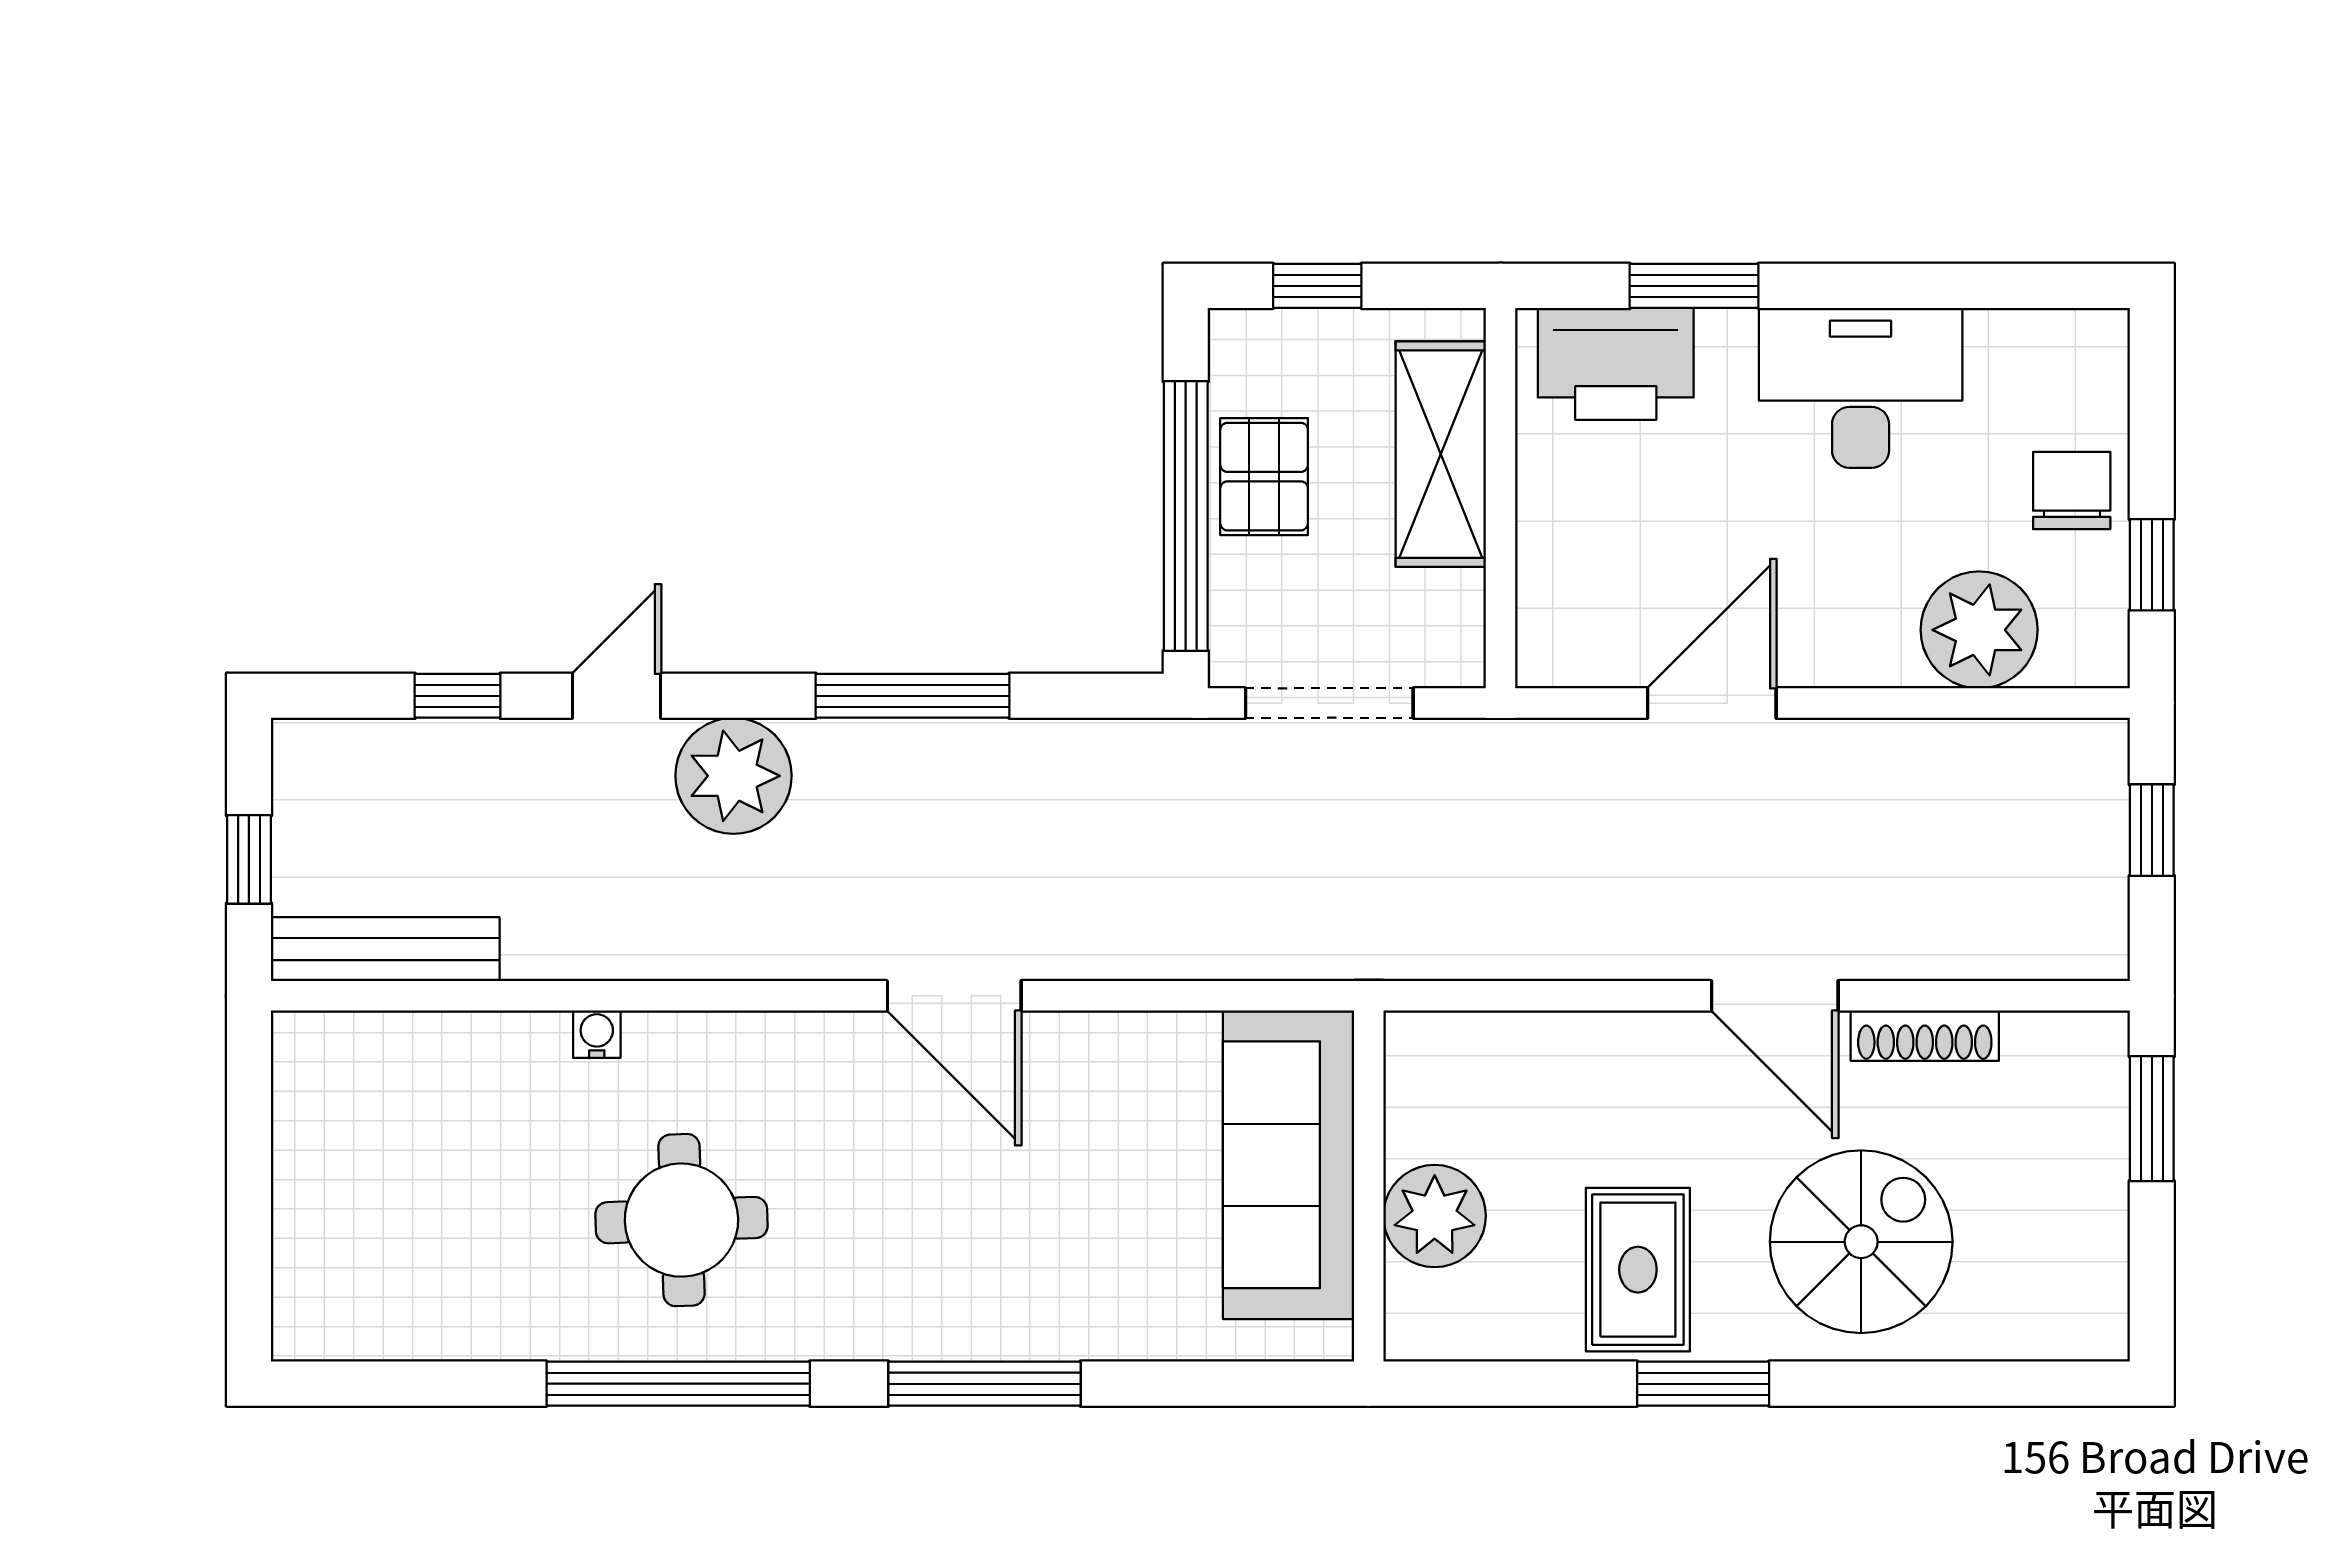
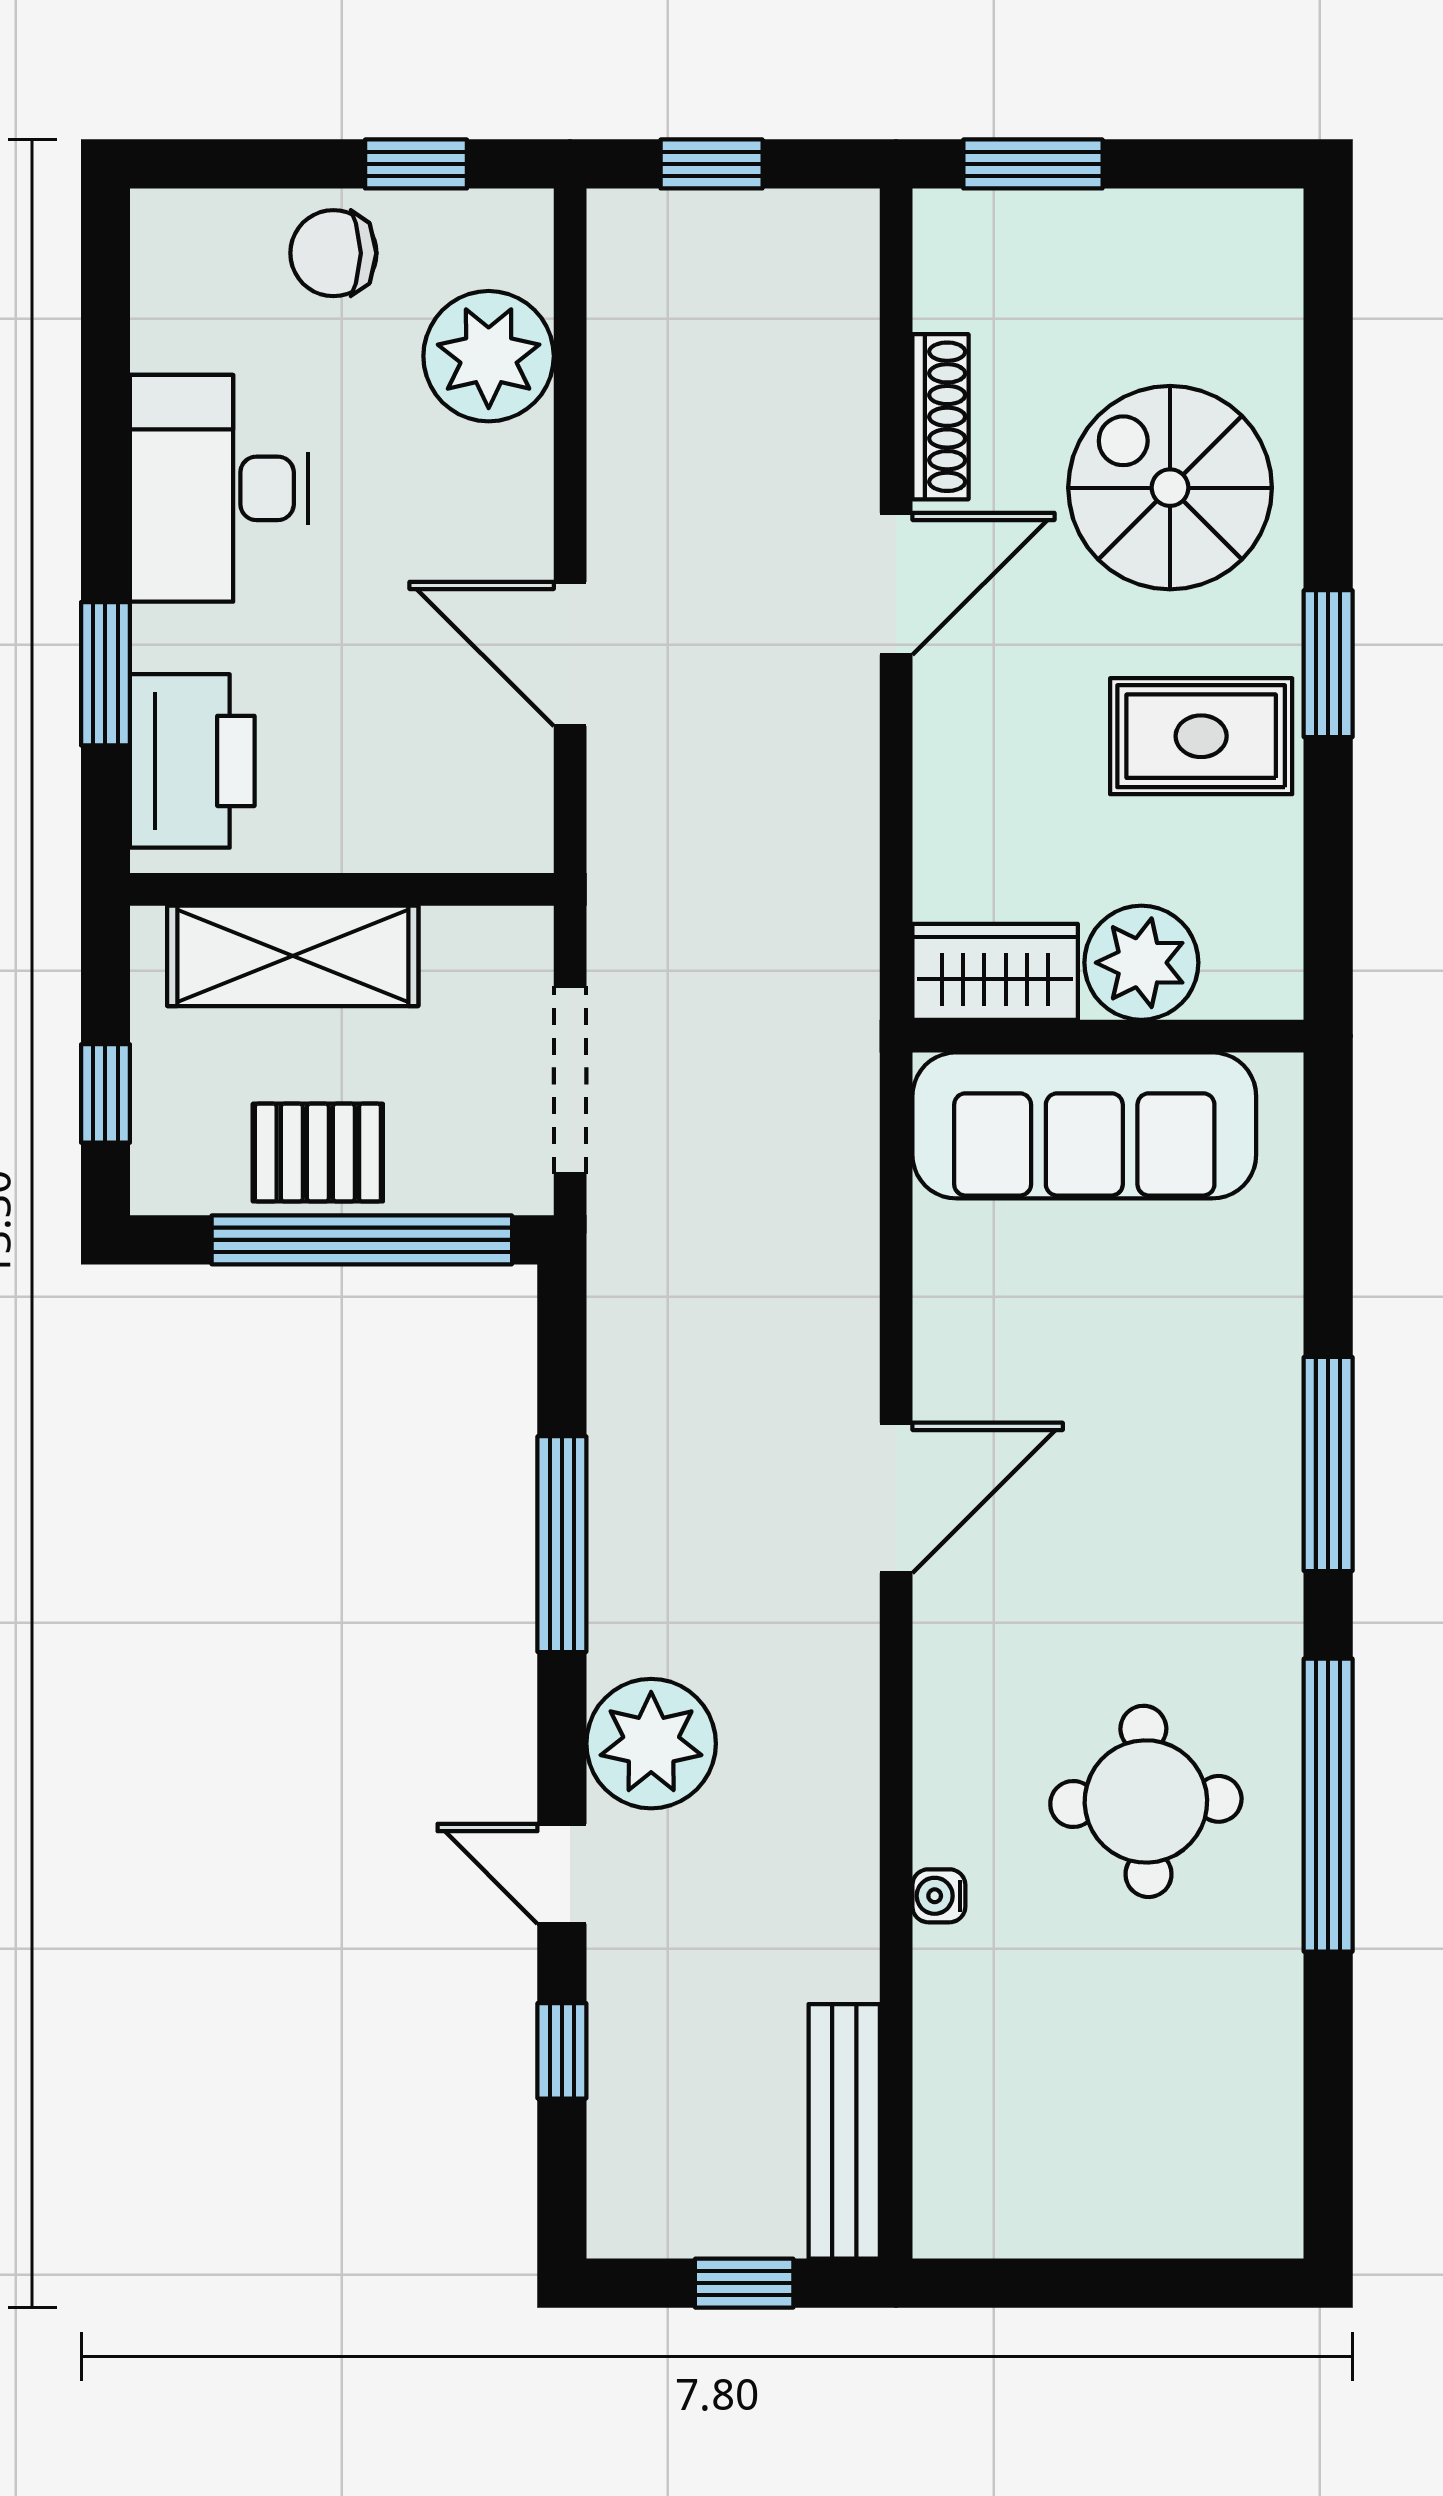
wardrobe: (1426, 1085) -> (995, 972), added

